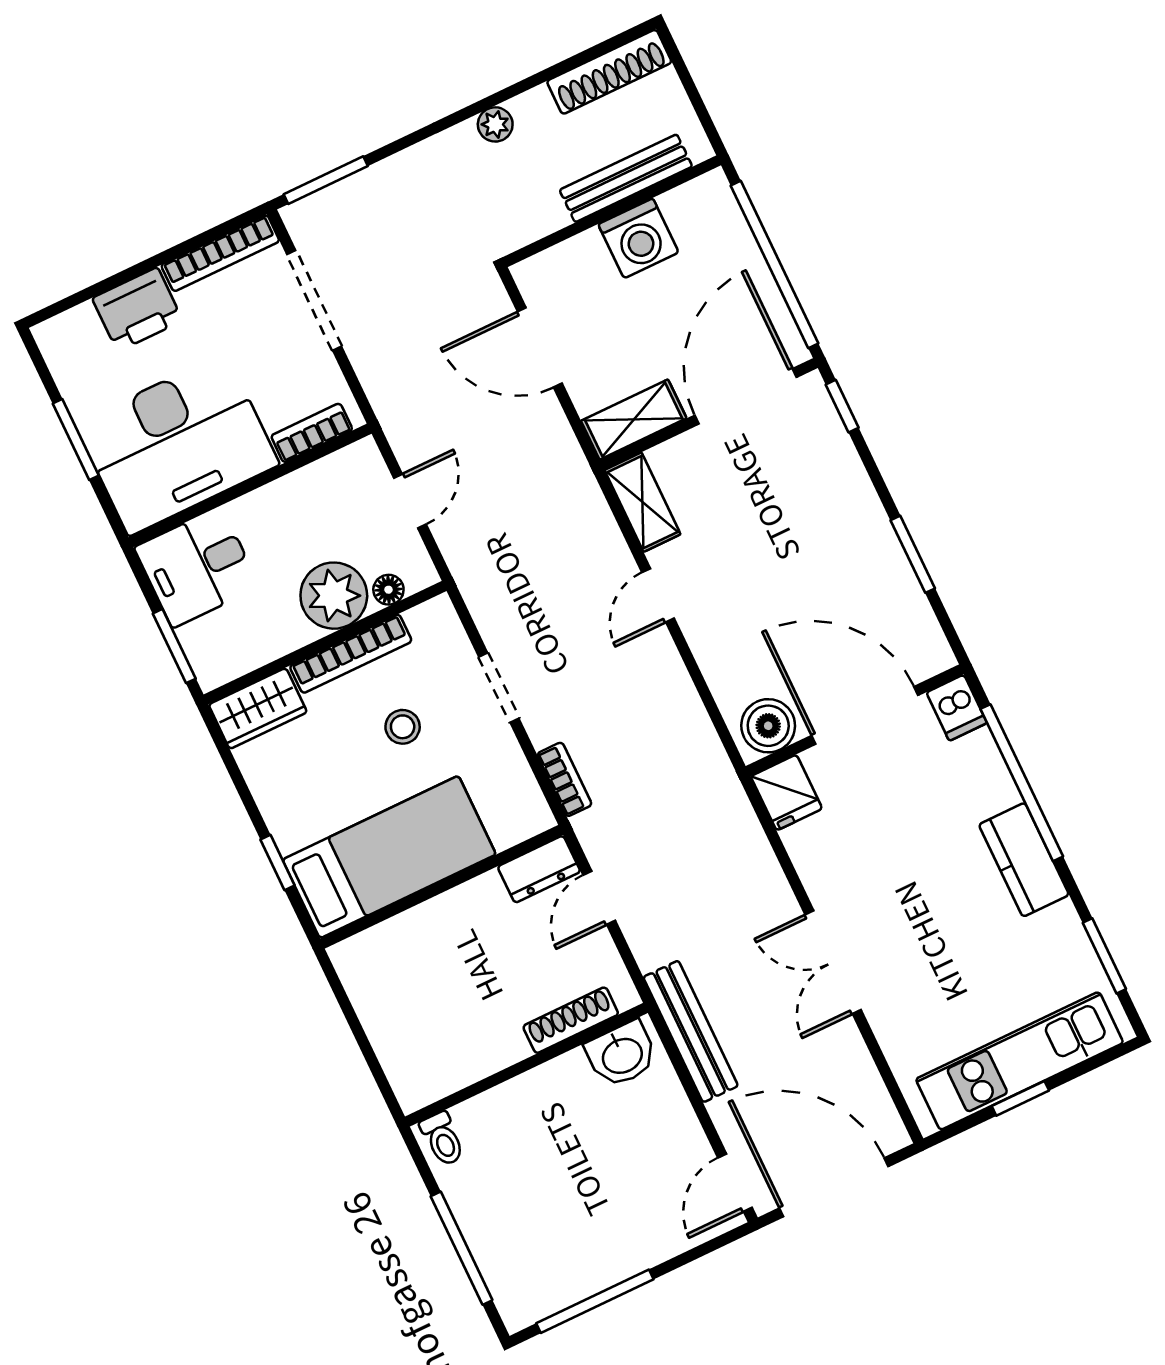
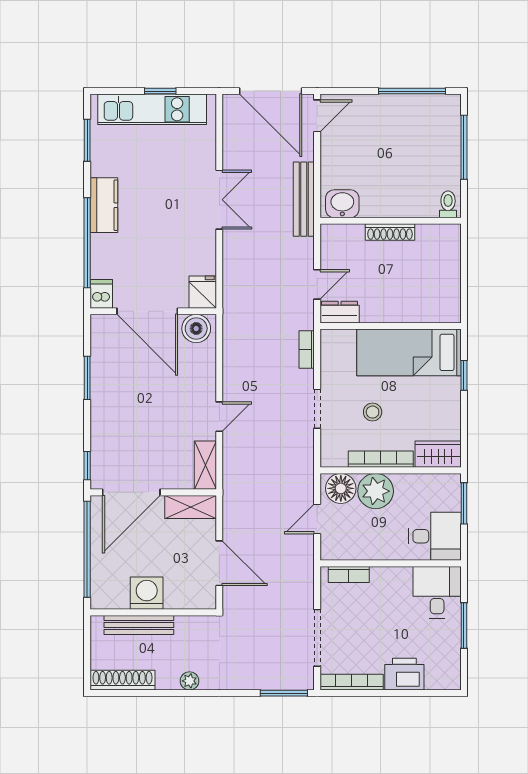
desk: (177, 444) -> (437, 592), width x0.53, depth x0.77
floor lamp: (388, 590) -> (341, 488), width x1.89, depth x1.89
shoe rack: (571, 1020) -> (390, 232), moved

